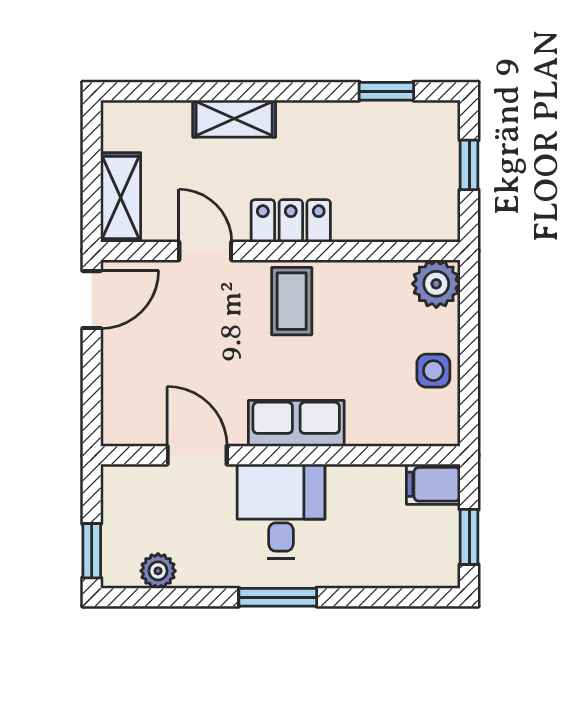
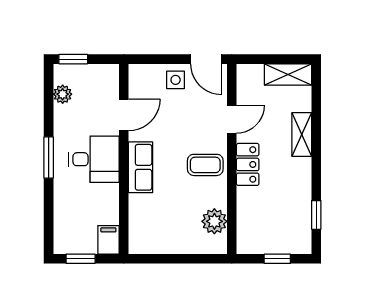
shelving: (121, 197) -> (288, 74), moved
plant: (436, 284) -> (214, 221), moved
side table: (433, 371) -> (176, 80), moved

